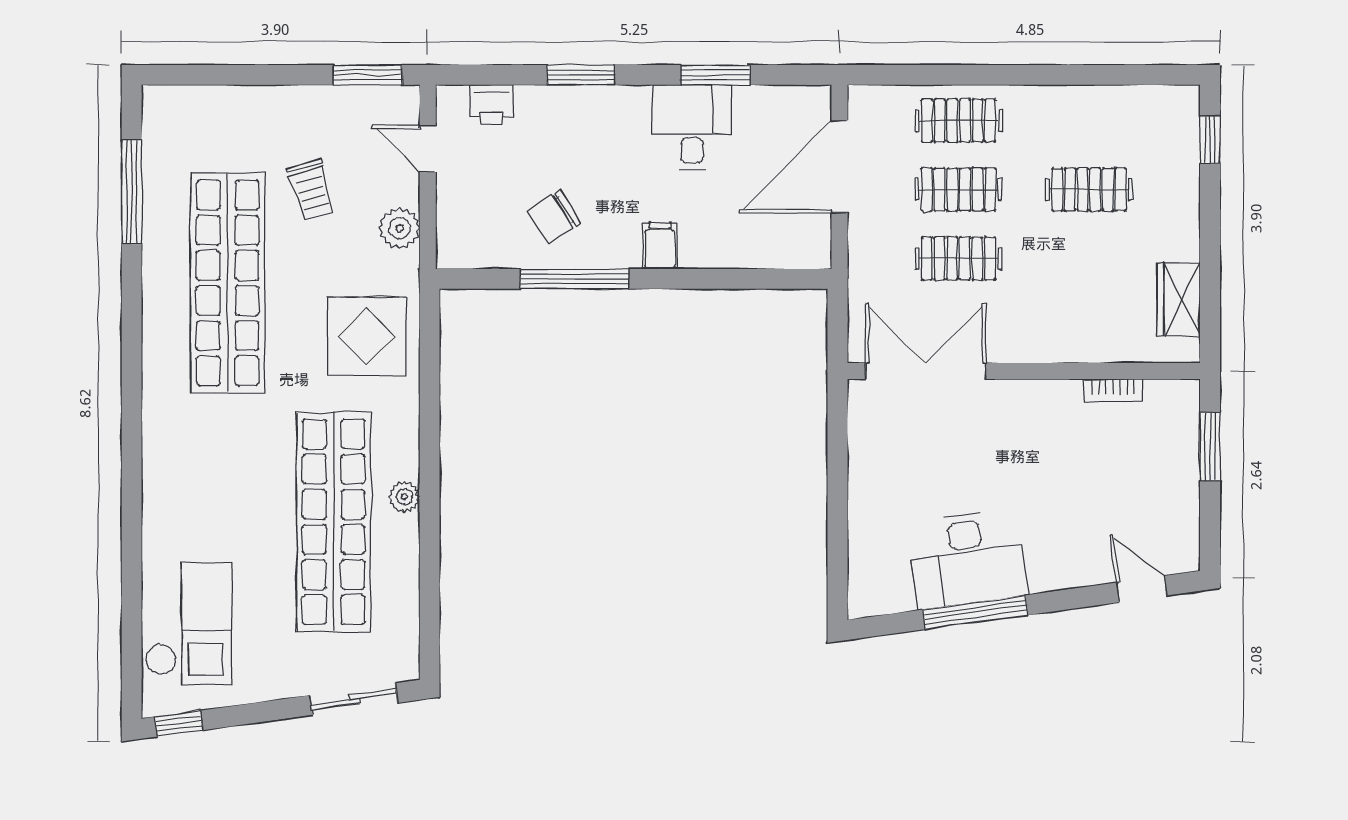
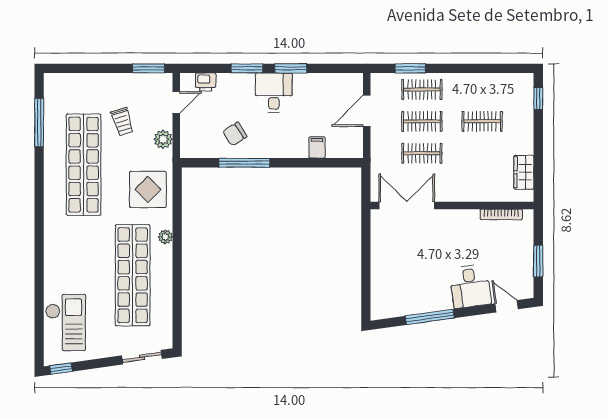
window: (715, 75) -> (291, 68), moved
window: (933, 75) -> (410, 68), added
desk: (692, 127) -> (274, 93), moved
door: (428, 149) -> (176, 103), swing flipped
door: (839, 167) -> (367, 111), width x0.73
filing cabinet: (660, 246) -> (317, 147), moved
bookcase: (1113, 391) -> (501, 214), width x1.56
window: (1210, 447) -> (538, 261), moved
plant: (404, 497) -> (165, 237), moved
desk: (968, 559) -> (470, 286), moved, width x0.73

